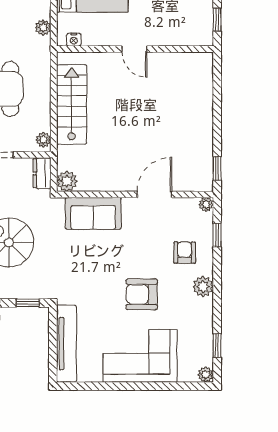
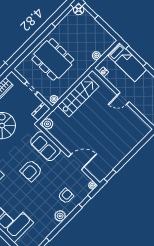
door: (134, 49) -> (123, 98), hinge flipped
armchair: (142, 294) -> (31, 171), moved, turned -90

